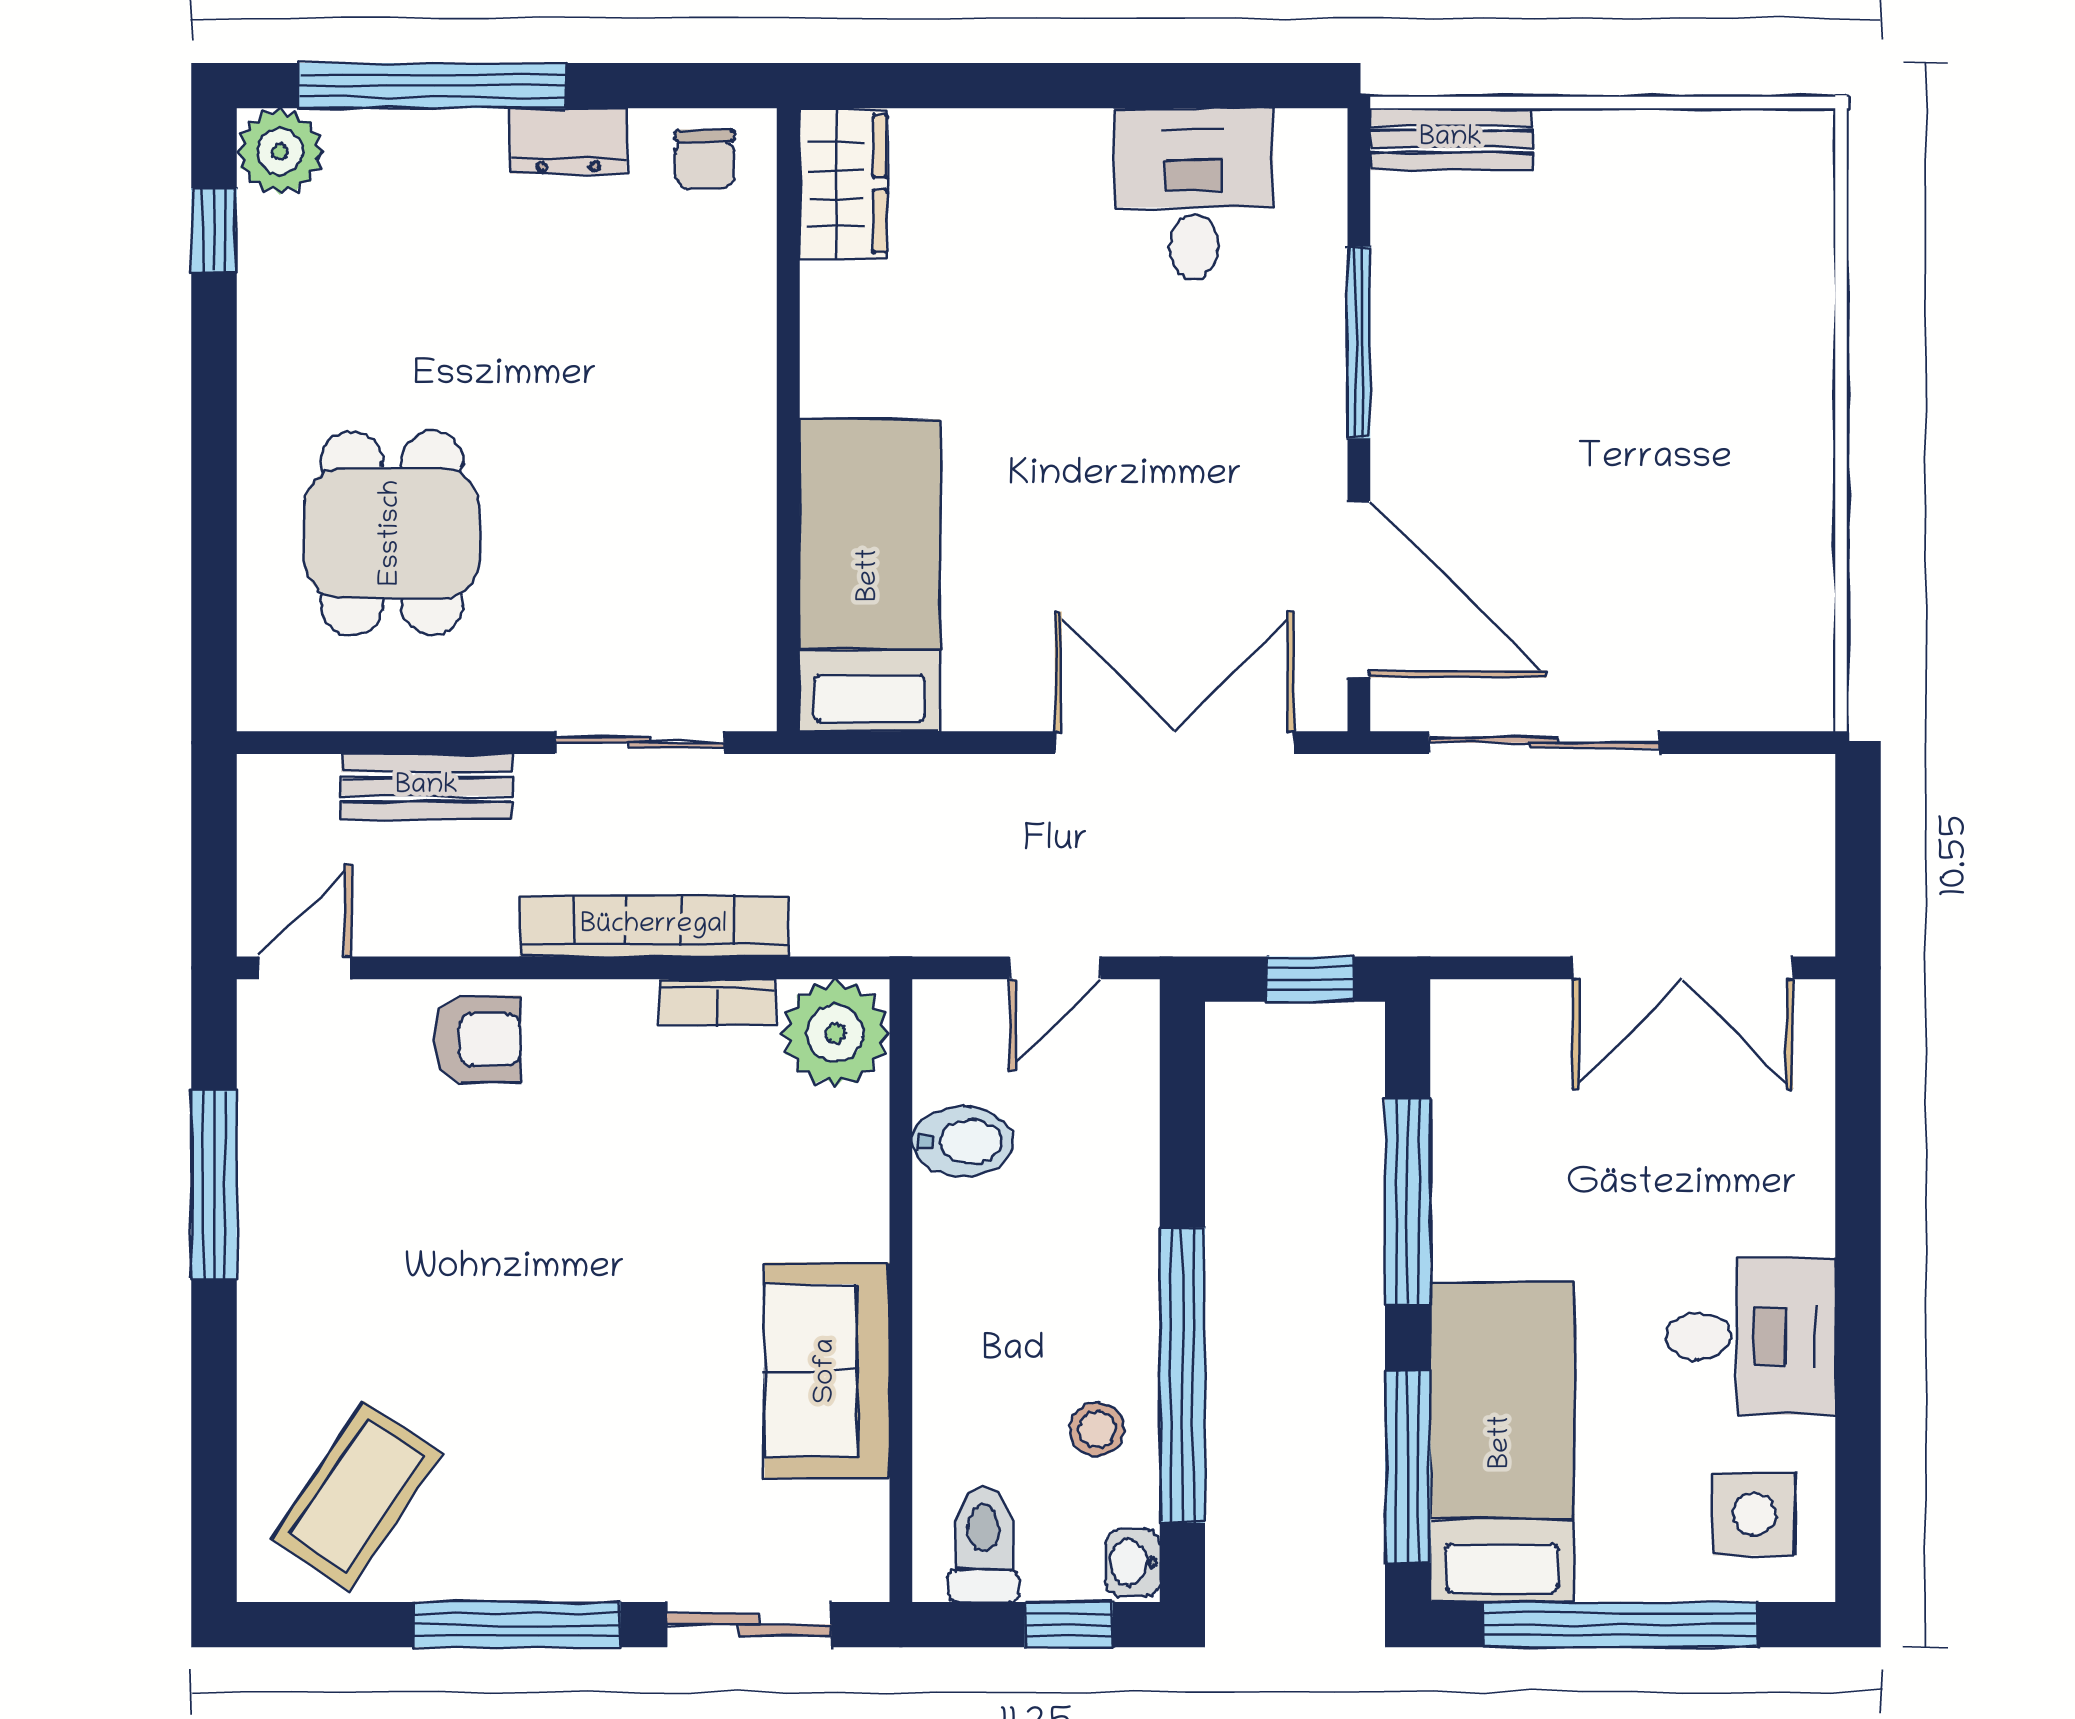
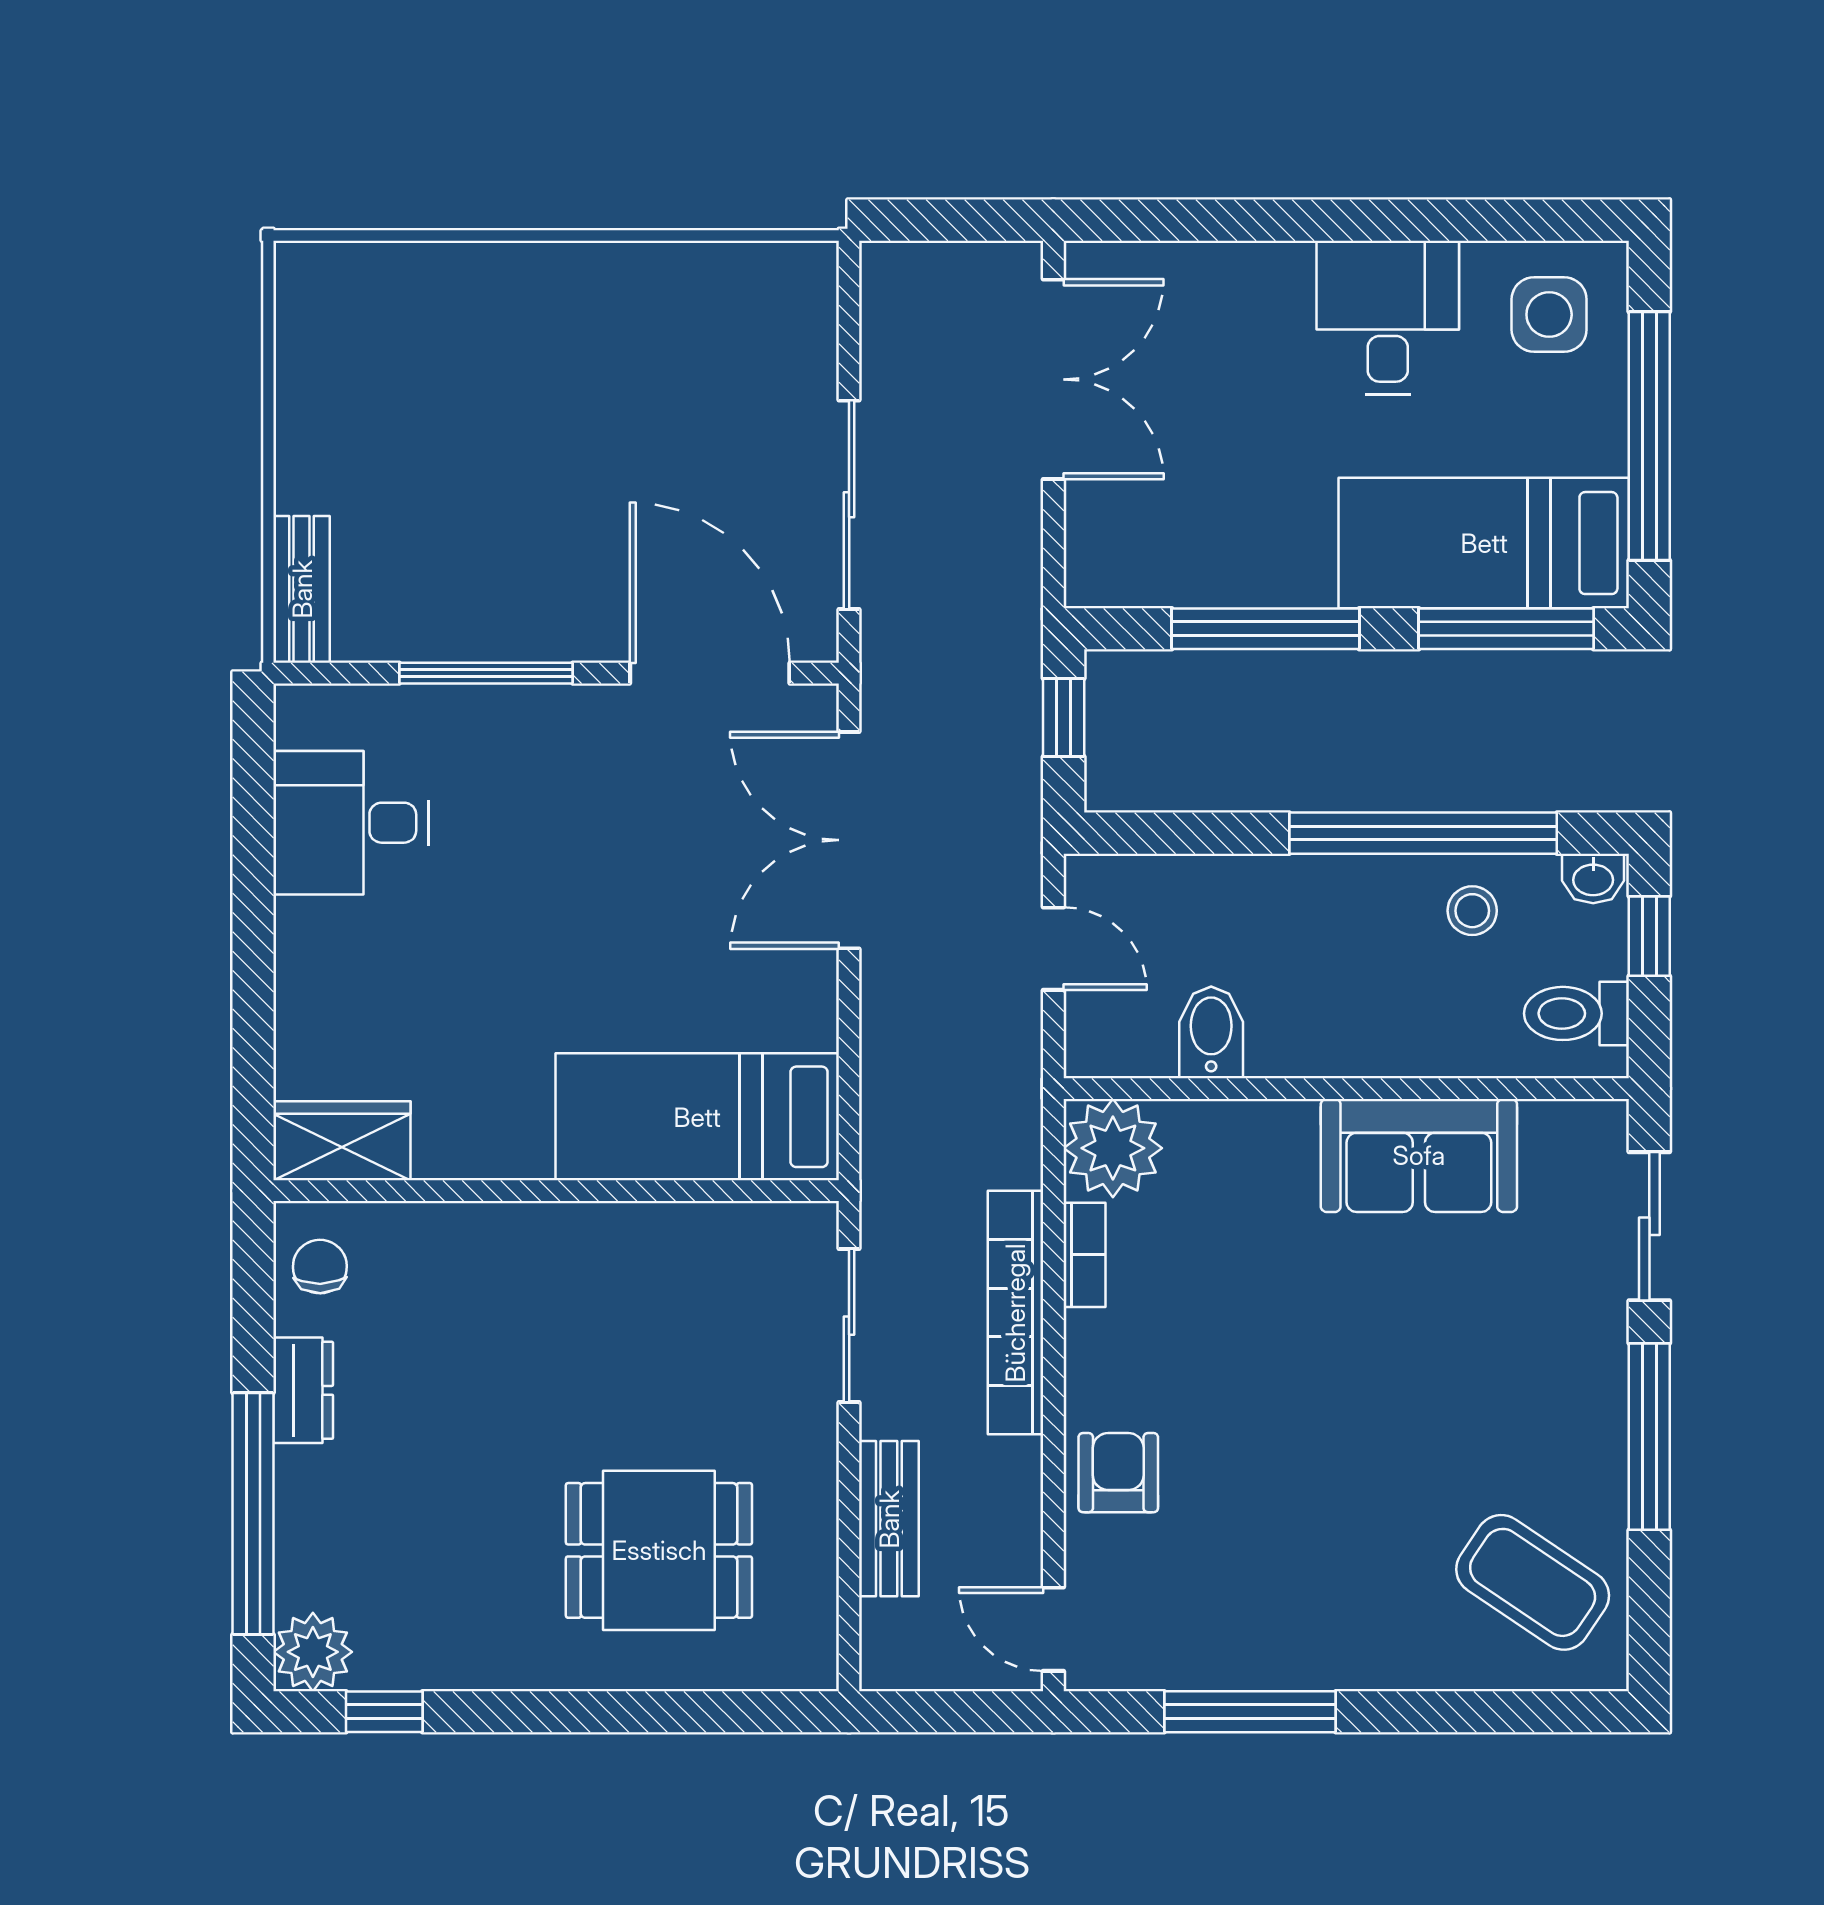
chair: (705, 159) -> (320, 1267), turned -91
door: (1359, 589) -> (710, 673), hinge flipped

